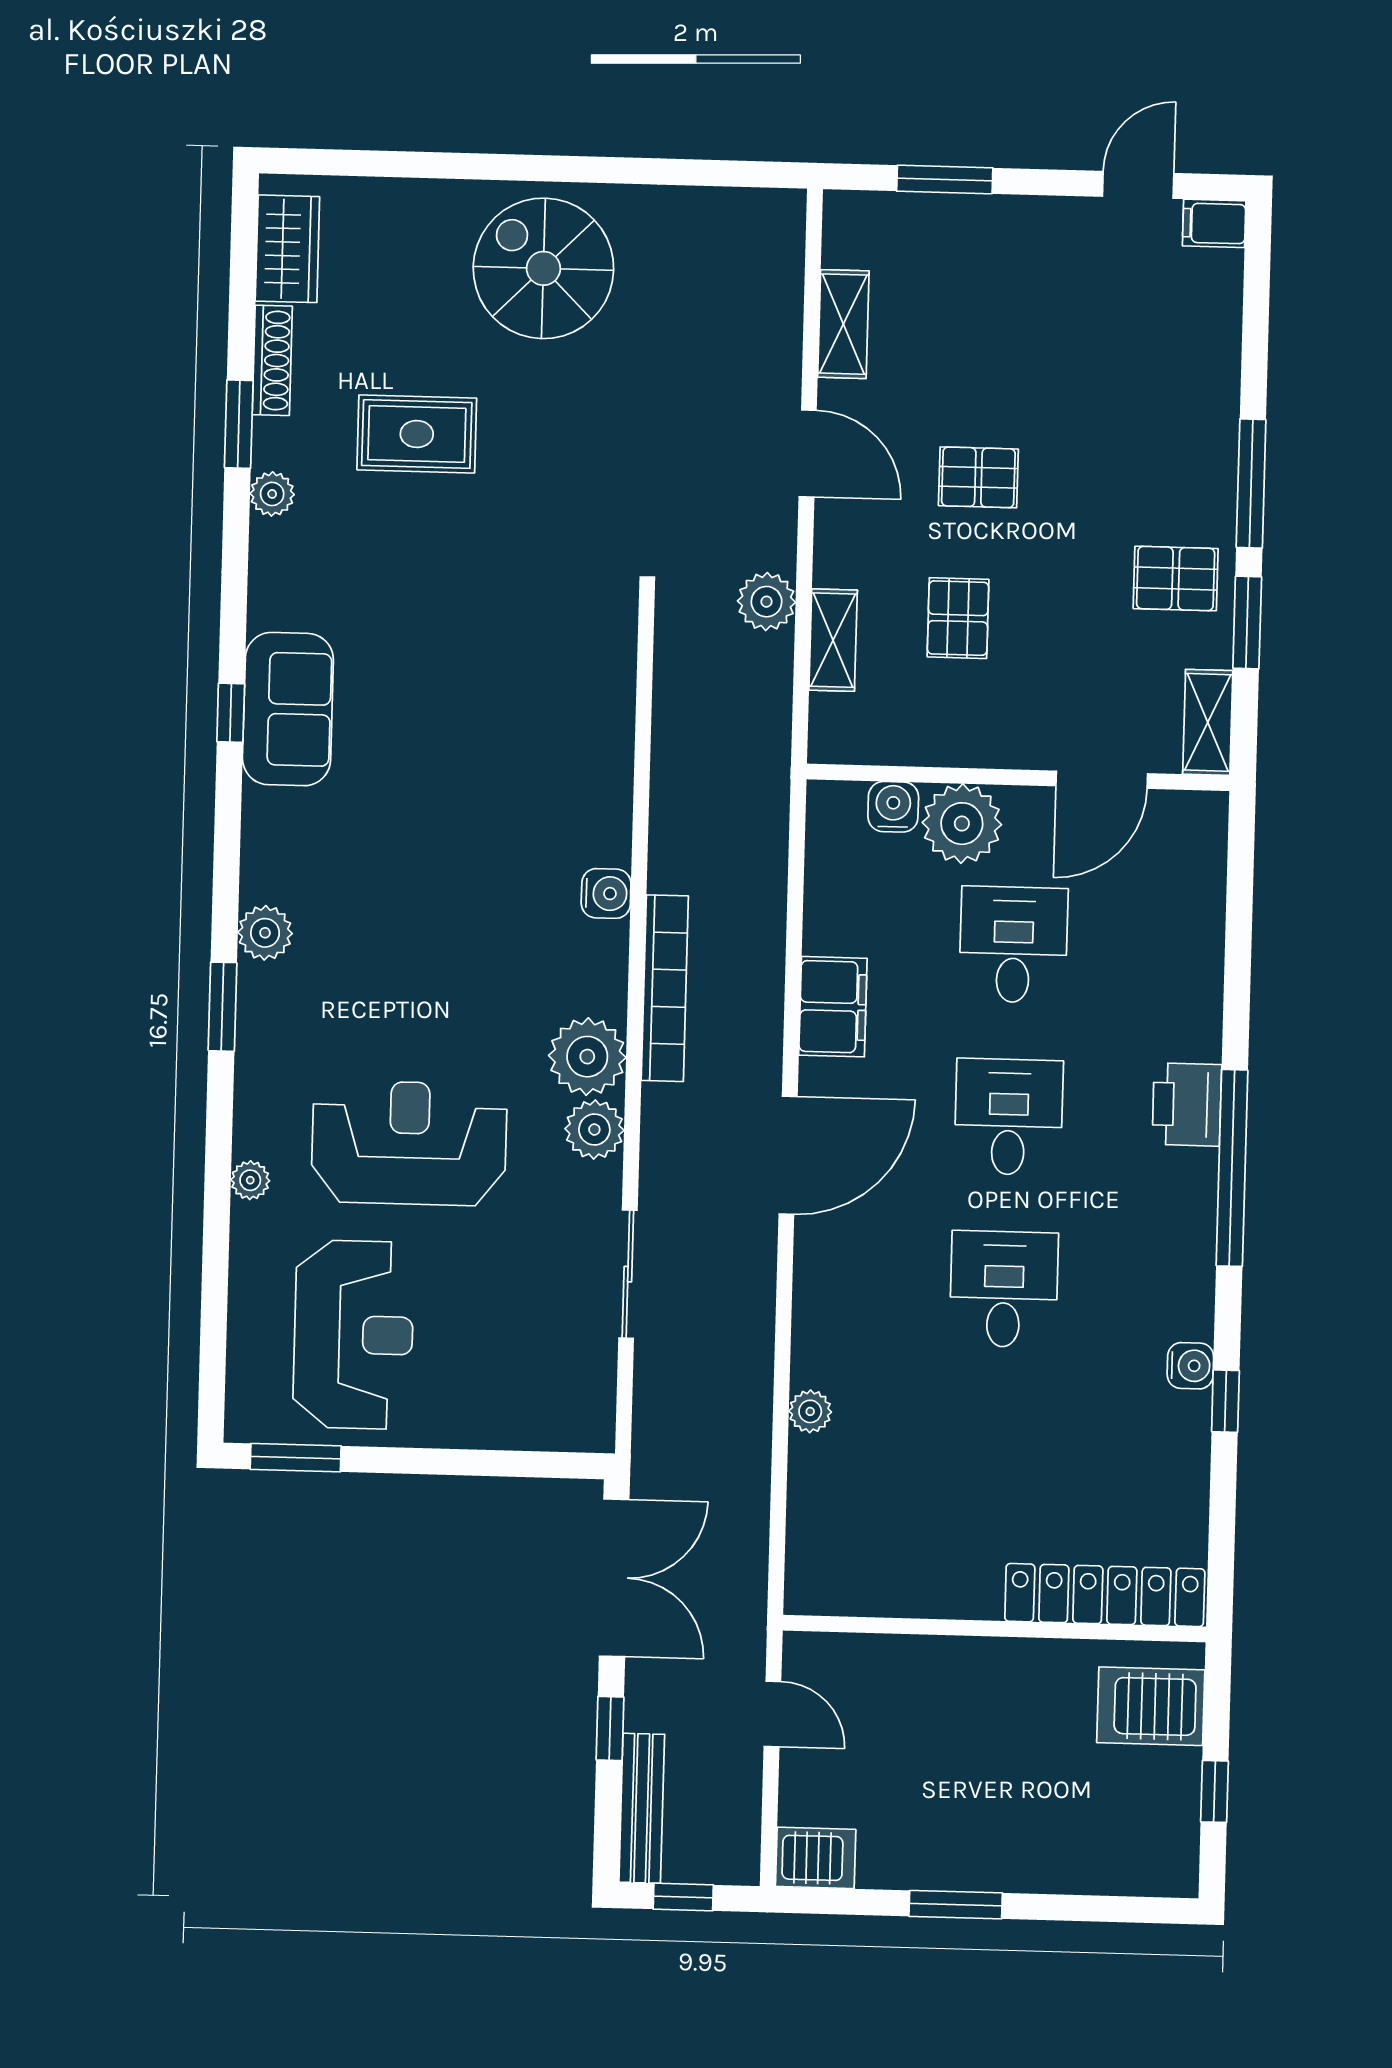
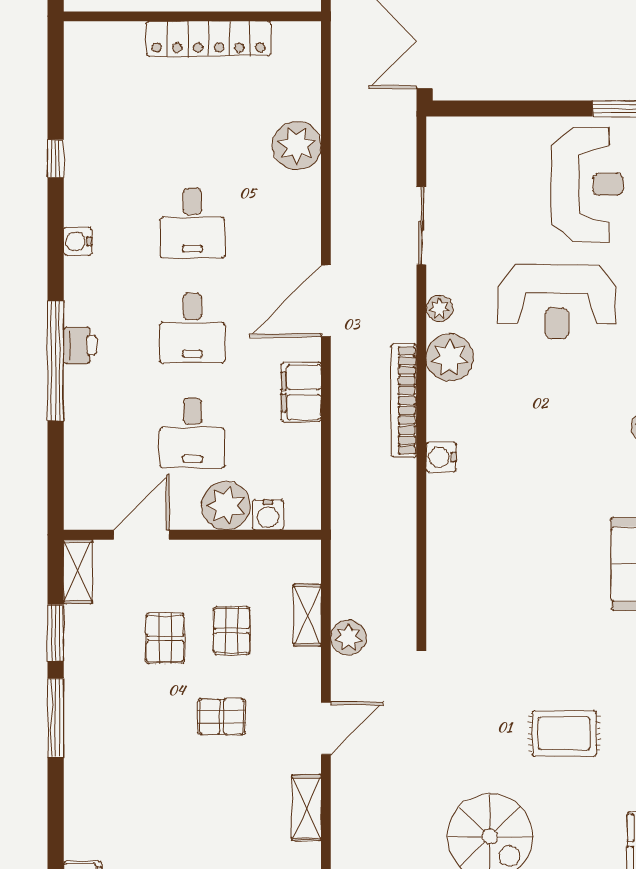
door: (808, 453) -> (326, 728), swing flipped
pallet: (1176, 579) -> (165, 638), moved, turned 90
printer: (1187, 1104) -> (80, 345), width x0.73, depth x0.81
plant: (594, 1130) -> (439, 308), width x0.73, depth x0.73
window: (1232, 1168) -> (56, 361), moved
reception desk: (354, 1335) -> (587, 184), turned 180
water cooler: (1190, 1366) -> (78, 241), moved
plant: (810, 1411) -> (297, 145), width x1.87, depth x1.87
locker: (1105, 1595) -> (208, 39), moved

